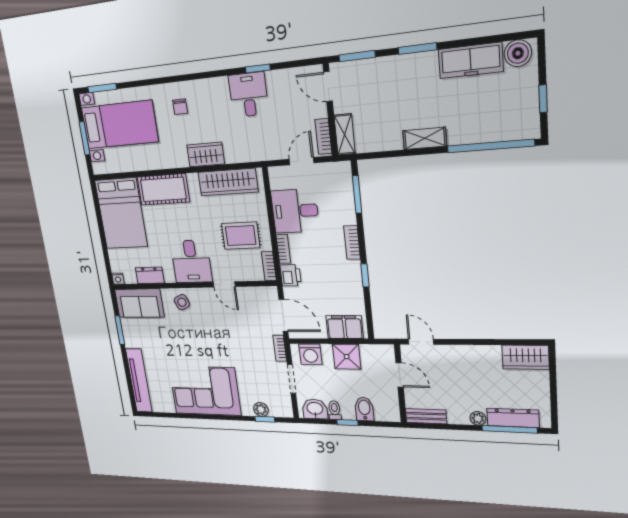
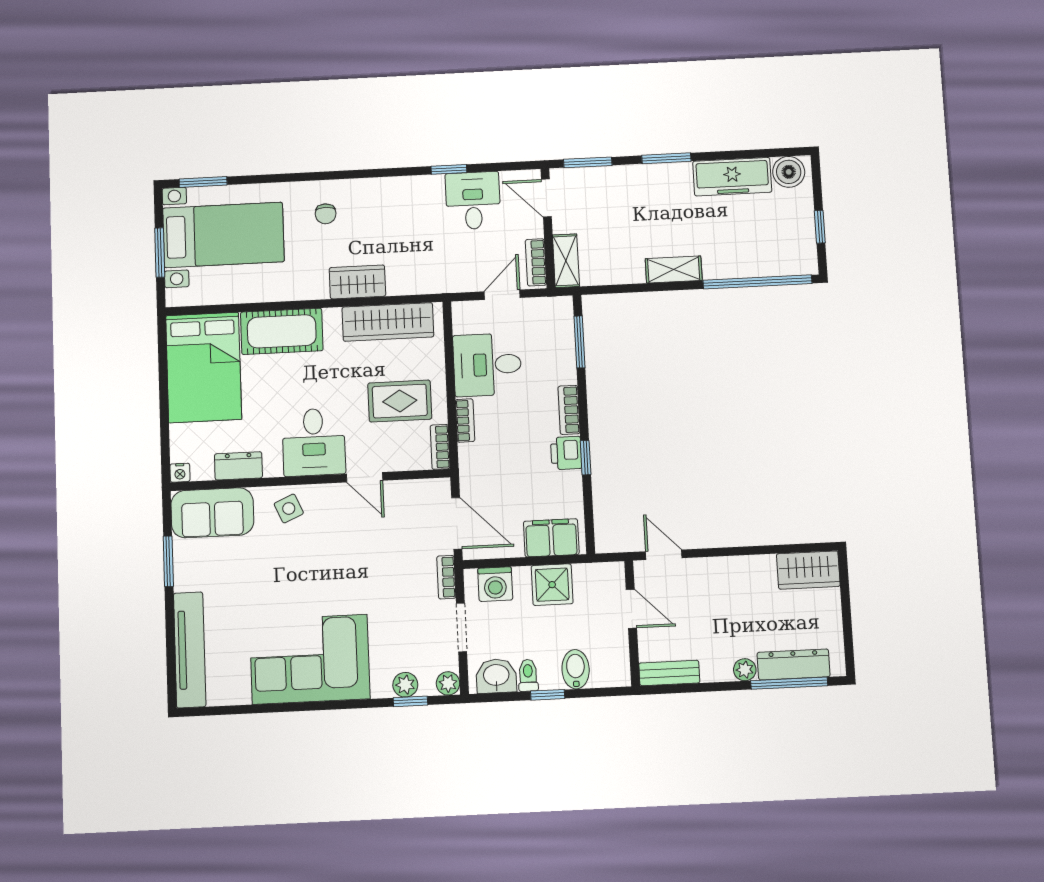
desk: (249, 95) -> (473, 201), moved
printer: (291, 275) -> (566, 453), moved, turned 180
plant: (286, 411) -> (448, 683), added

